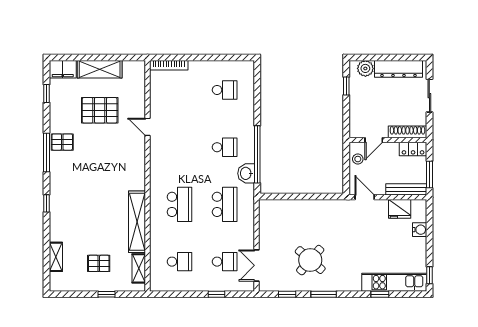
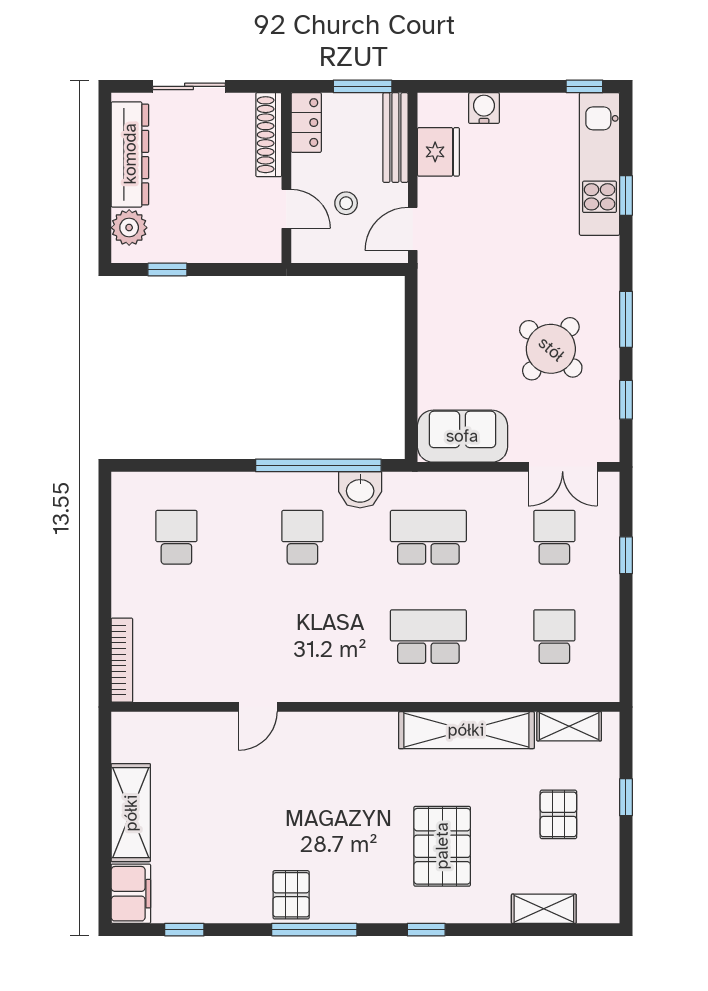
pallet: (100, 110) -> (442, 846), moved
stool: (358, 159) -> (346, 203), moved
sofa: (271, 220) -> (462, 436), added

